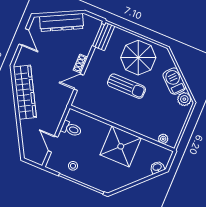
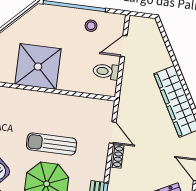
door: (79, 82) -> (113, 133), hinge flipped
door: (53, 144) -> (124, 46), swing flipped

